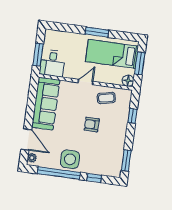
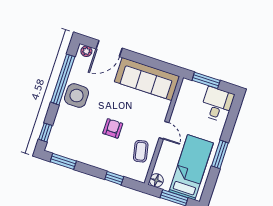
desk: (52, 63) -> (217, 104), moved, turned 90
window: (94, 178) -> (45, 132), moved

